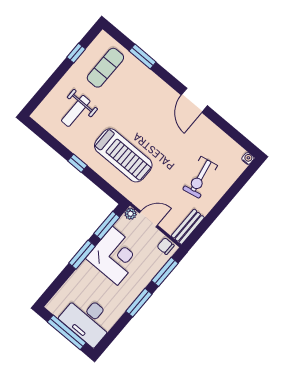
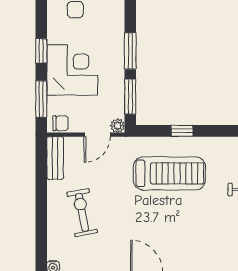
treadmill: (123, 155) -> (169, 173), turned 180
window: (77, 163) -> (182, 131), moved
corner desk: (115, 256) -> (72, 70), moved, turned 180
window: (139, 303) -> (41, 51), width x0.67

